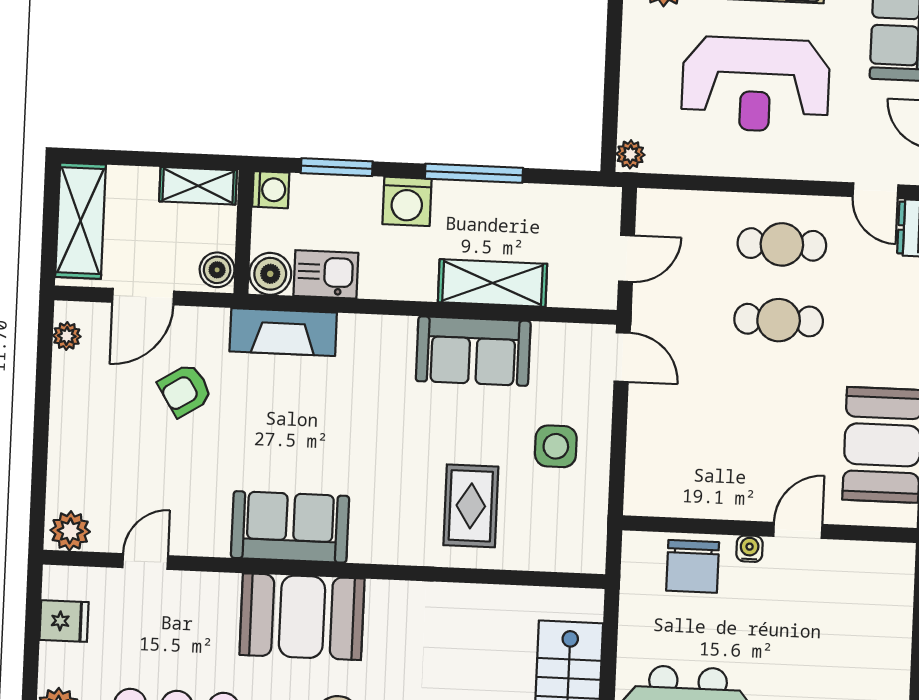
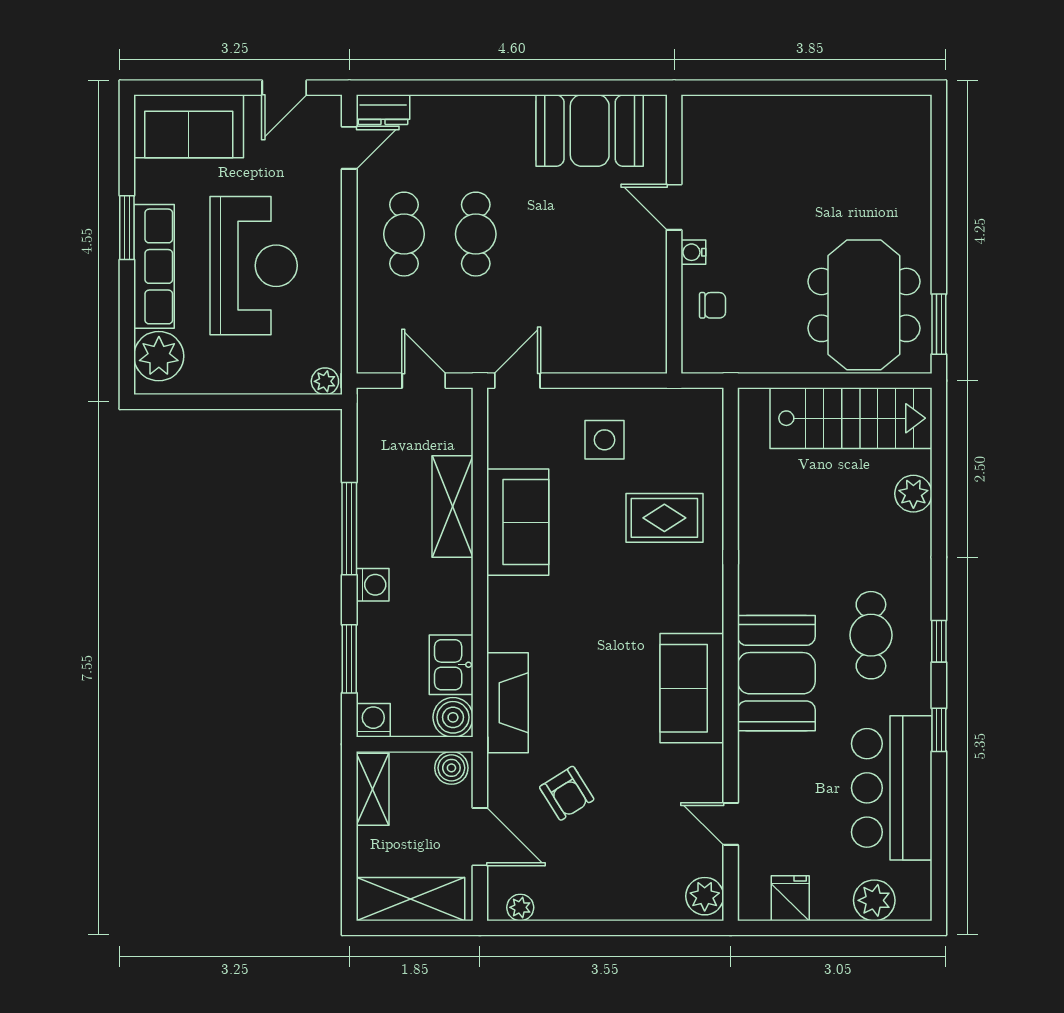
washing machine: (407, 201) -> (373, 585), width x0.73, depth x0.73
chair: (693, 566) -> (713, 305), width x0.54, depth x0.54

